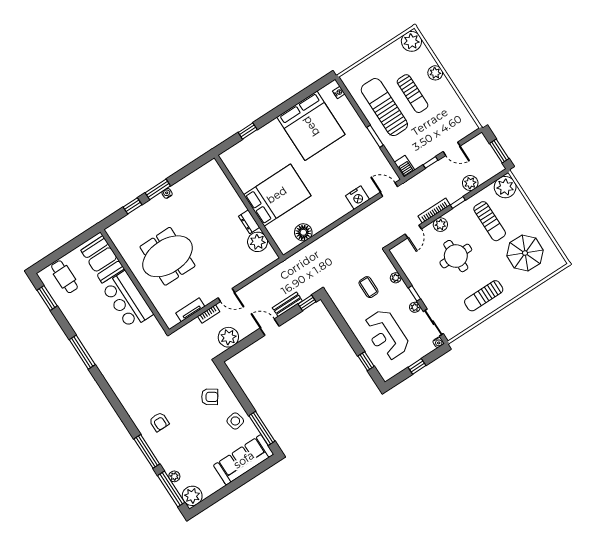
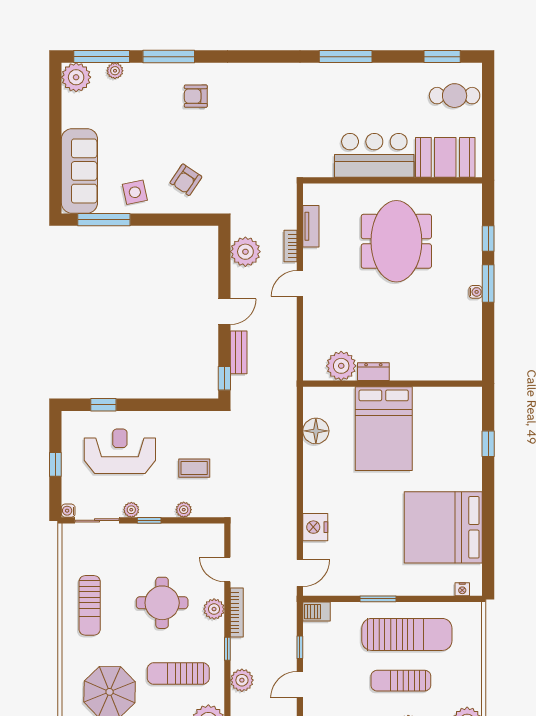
sun lounger: (484, 296) -> (90, 605), turned 180

